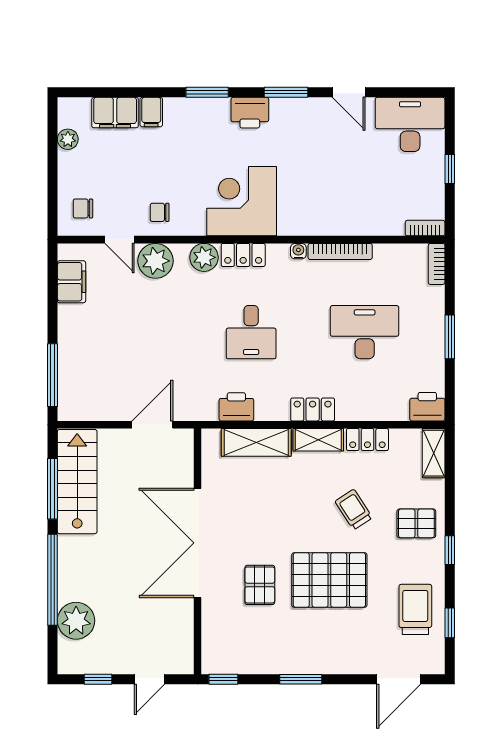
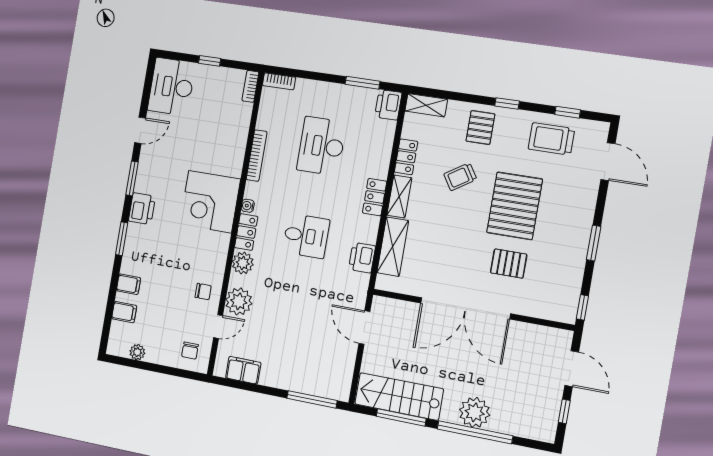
filing cabinet: (115, 113) -> (124, 312), width x0.50
corner desk: (242, 201) -> (210, 202), moved
chair: (160, 212) -> (203, 292), turned -90
water cooler: (298, 251) -> (248, 206), moved
window: (450, 337) -> (363, 83), moved
plant: (76, 621) -> (475, 412), moved
door: (149, 679) -> (572, 369), width x1.38

